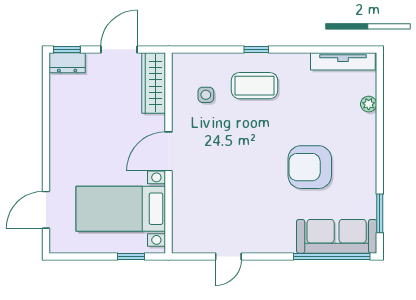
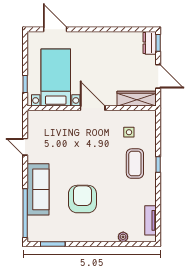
tv unit: (343, 61) -> (150, 220), width x0.71
sofa: (337, 236) -> (38, 189), moved

